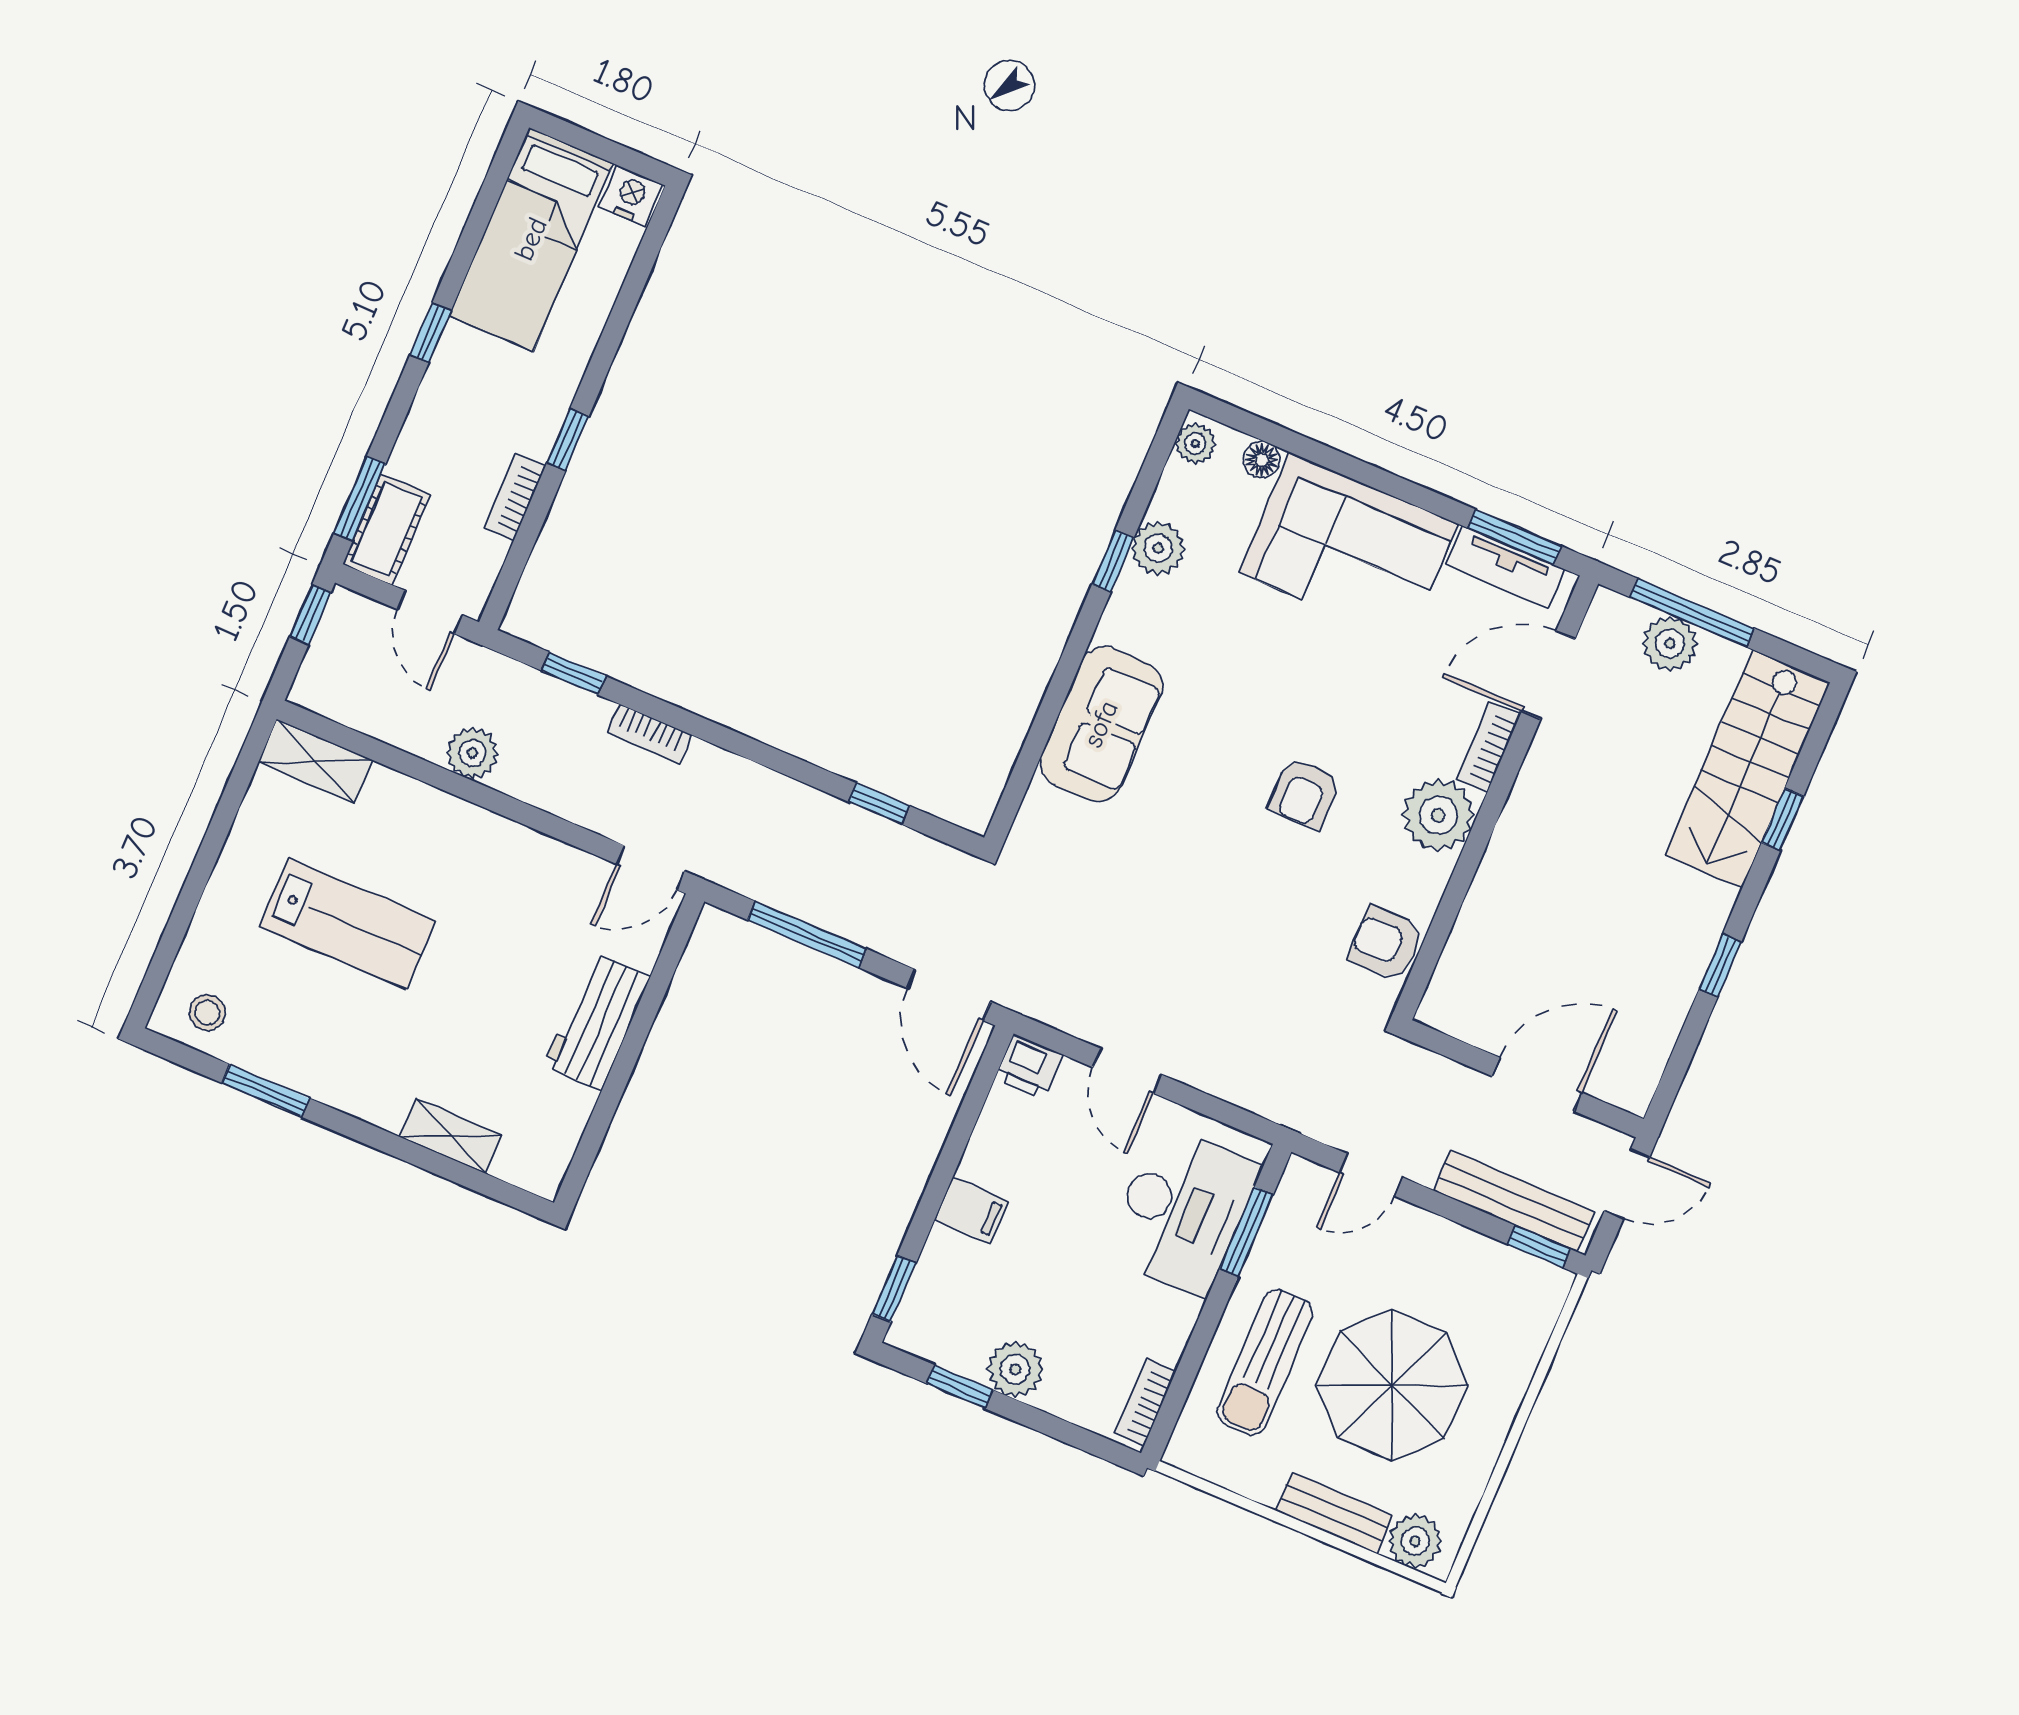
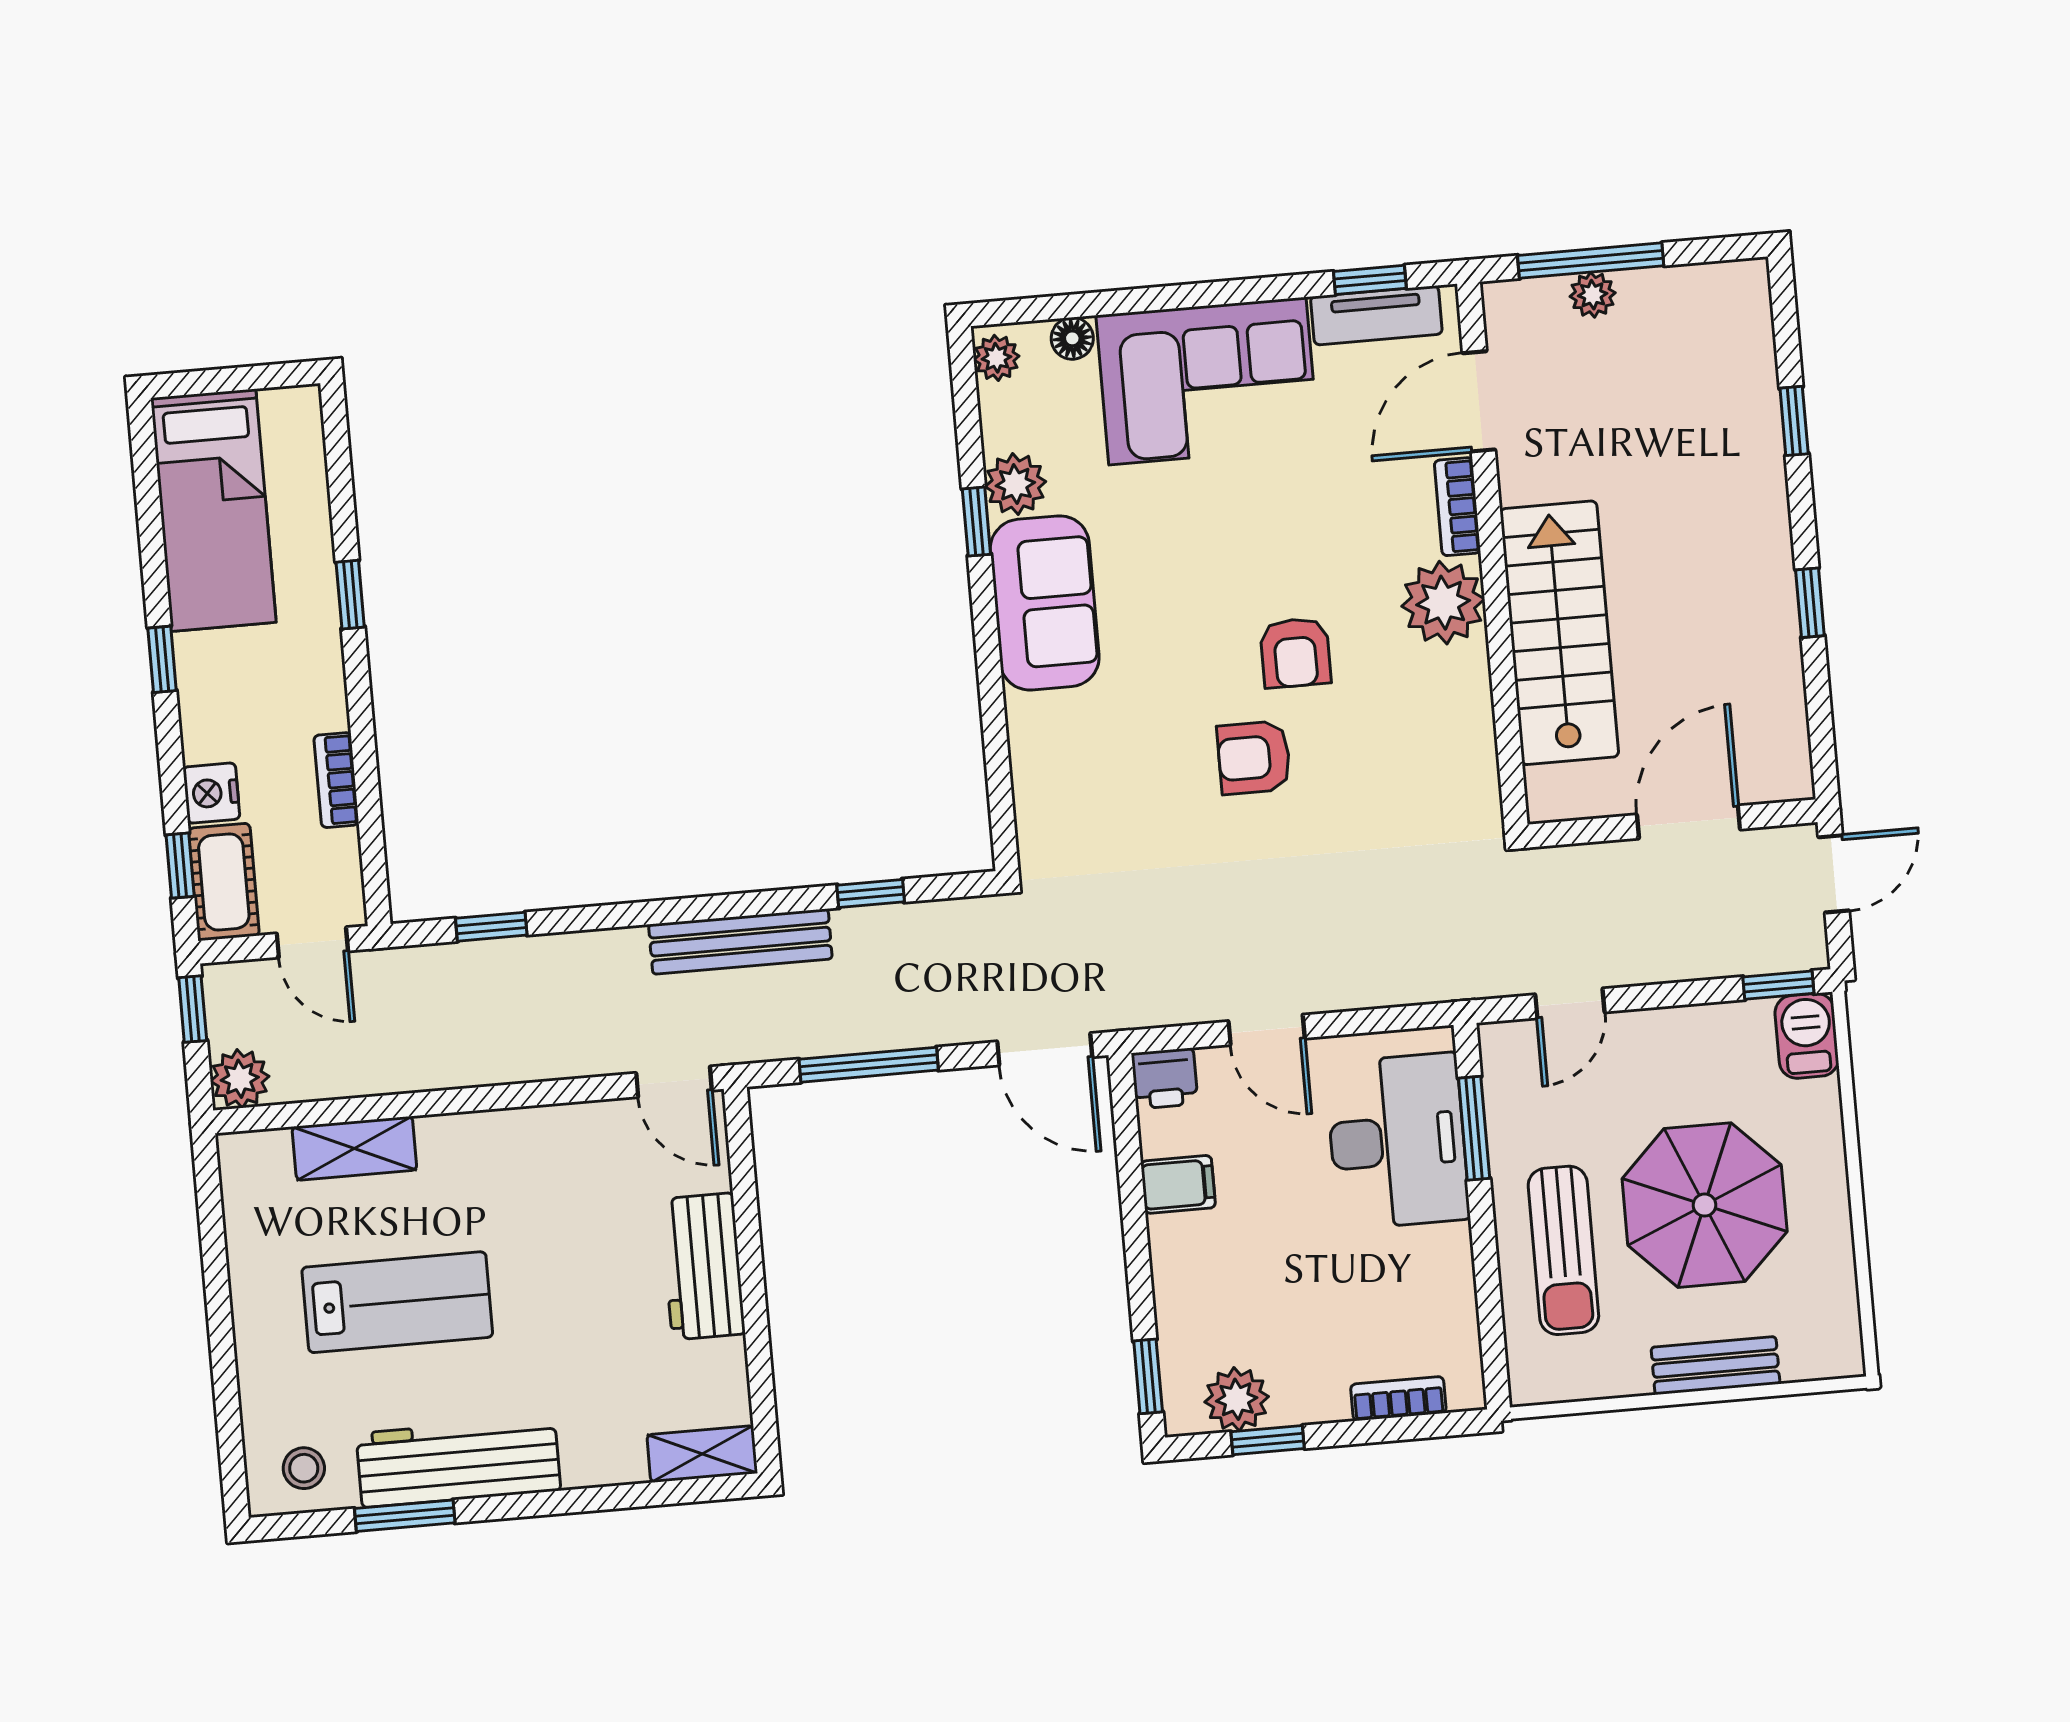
nightstand: (631, 196) -> (211, 793), moved, turned -90
window: (568, 439) -> (350, 595), moved
window: (360, 499) -> (180, 866), width x0.67
window: (1514, 537) -> (1370, 280), width x0.67
plant: (1670, 644) -> (1593, 295), width x0.73, depth x0.73
sofa: (1101, 724) -> (1045, 603), moved
bookcase: (649, 734) -> (600, 947), removed
plant: (472, 753) -> (240, 1079), moved
shelving: (316, 761) -> (354, 1148), moved
stairs: (1747, 769) -> (1559, 633), moved, turned 180
door: (651, 868) -> (674, 1082), hinge flipped
armchair: (1386, 943) -> (1254, 758), moved
workbench: (329, 1071) -> (458, 1462), added
shelving: (451, 1136) -> (702, 1454), moved
bench: (1514, 1201) -> (740, 942), moved
filing cabinet: (972, 1210) -> (1178, 1184), moved
barbecue: (1540, 1297) -> (1807, 1036), added
plant: (1015, 1369) -> (1237, 1399), moved
bookcase: (1145, 1403) -> (1398, 1399), moved, turned 90
plant: (1415, 1541) -> (1812, 1350), removed

